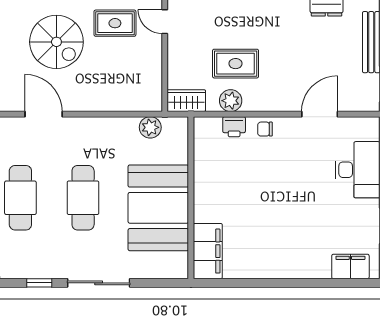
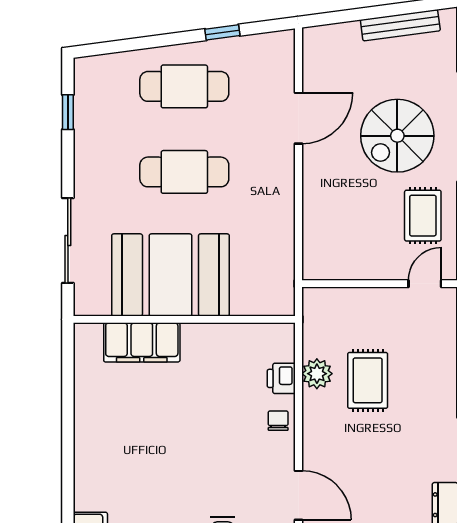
wardrobe: (186, 101) -> (317, 313), removed
plant: (150, 127) -> (280, 264), removed
filing cabinet: (208, 251) -> (142, 342), moved
sliding door: (99, 283) -> (68, 241), moved

